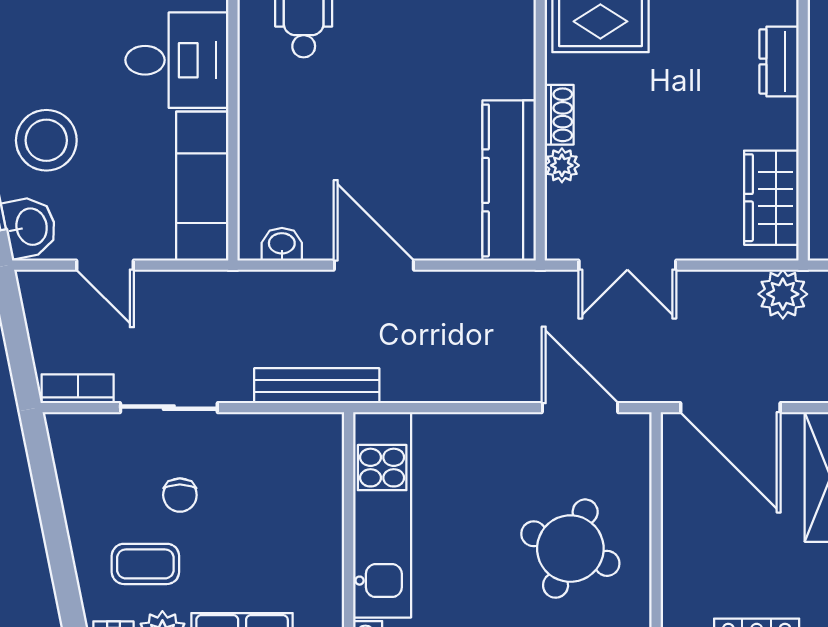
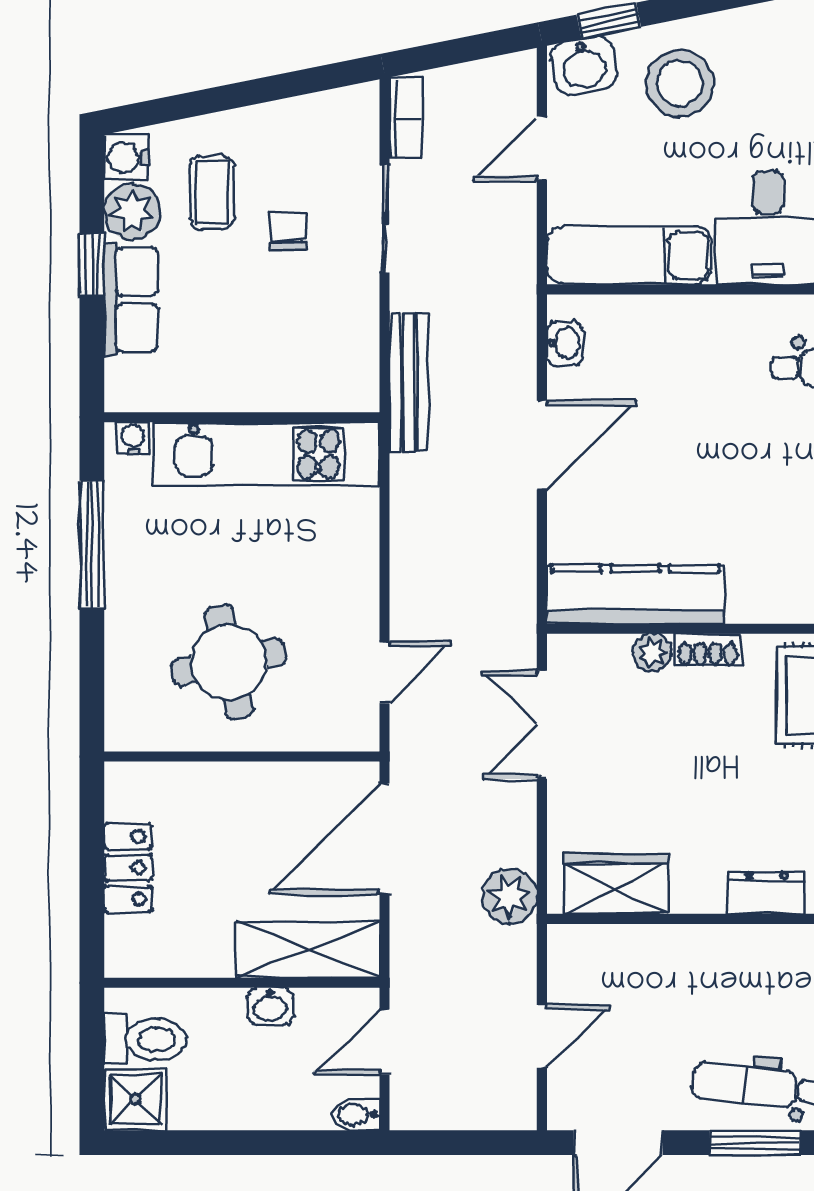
door: (580, 408) -> (384, 673), width x0.73
chair: (180, 495) -> (288, 231), turned 90
round table: (570, 549) -> (229, 662), turned -34

